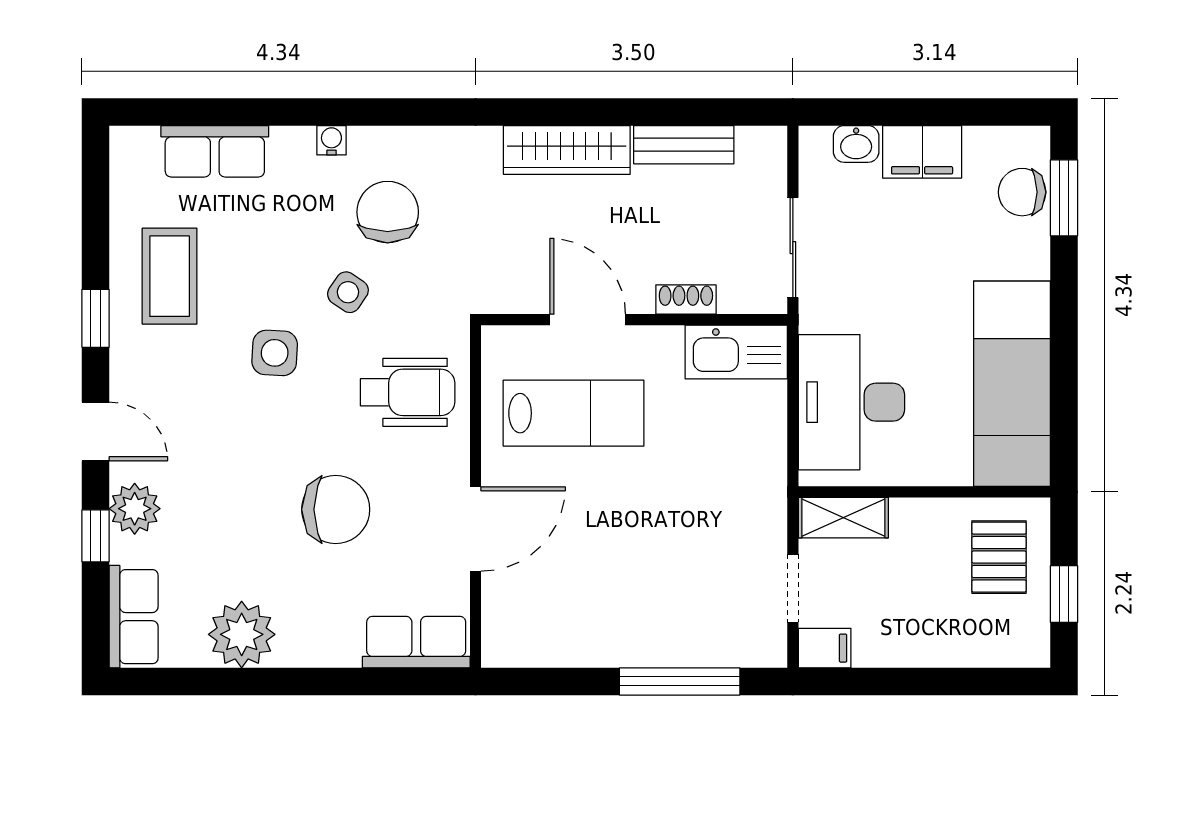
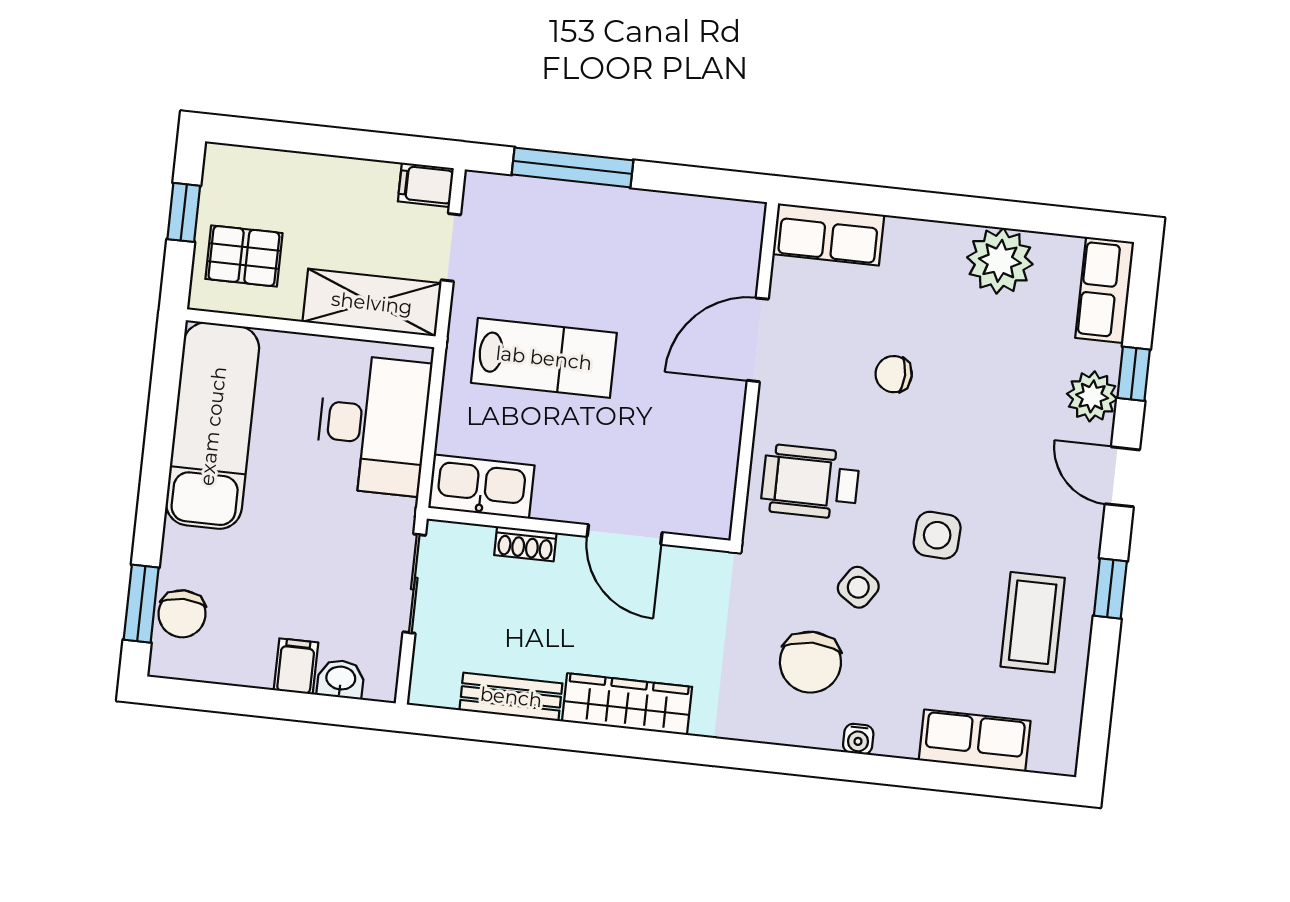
filing cabinet: (922, 152) -> (296, 666), width x0.50
chair: (1022, 192) -> (182, 614), turned 90
lab bench: (574, 413) -> (544, 358), moved, turned 180
chair: (336, 509) -> (894, 374), width x0.54, depth x0.54
shelving: (843, 518) -> (372, 303), width x1.50, depth x1.33
pallet: (999, 557) -> (244, 256), turned 90

